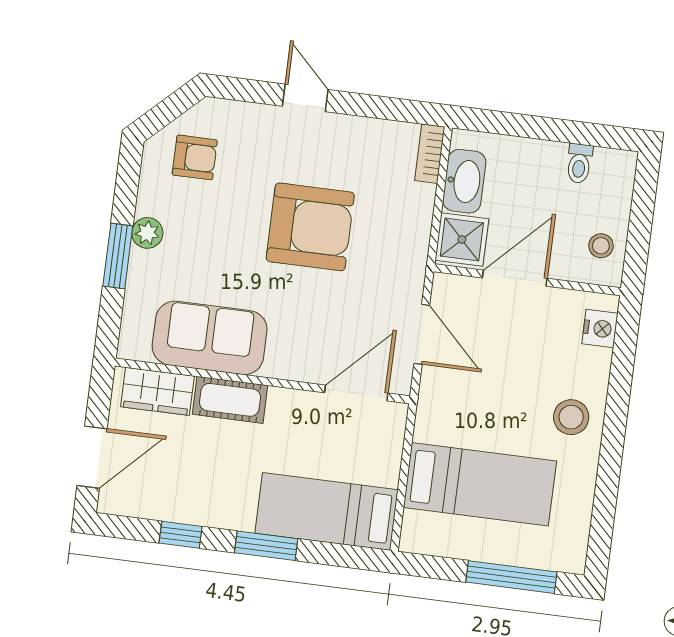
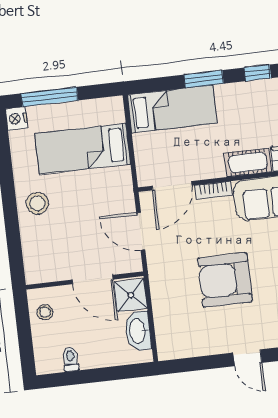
bookcase: (430, 154) -> (213, 190), moved, turned 90
door: (515, 278) -> (93, 280), hinge flipped
nightstand: (600, 329) -> (17, 119), moved

